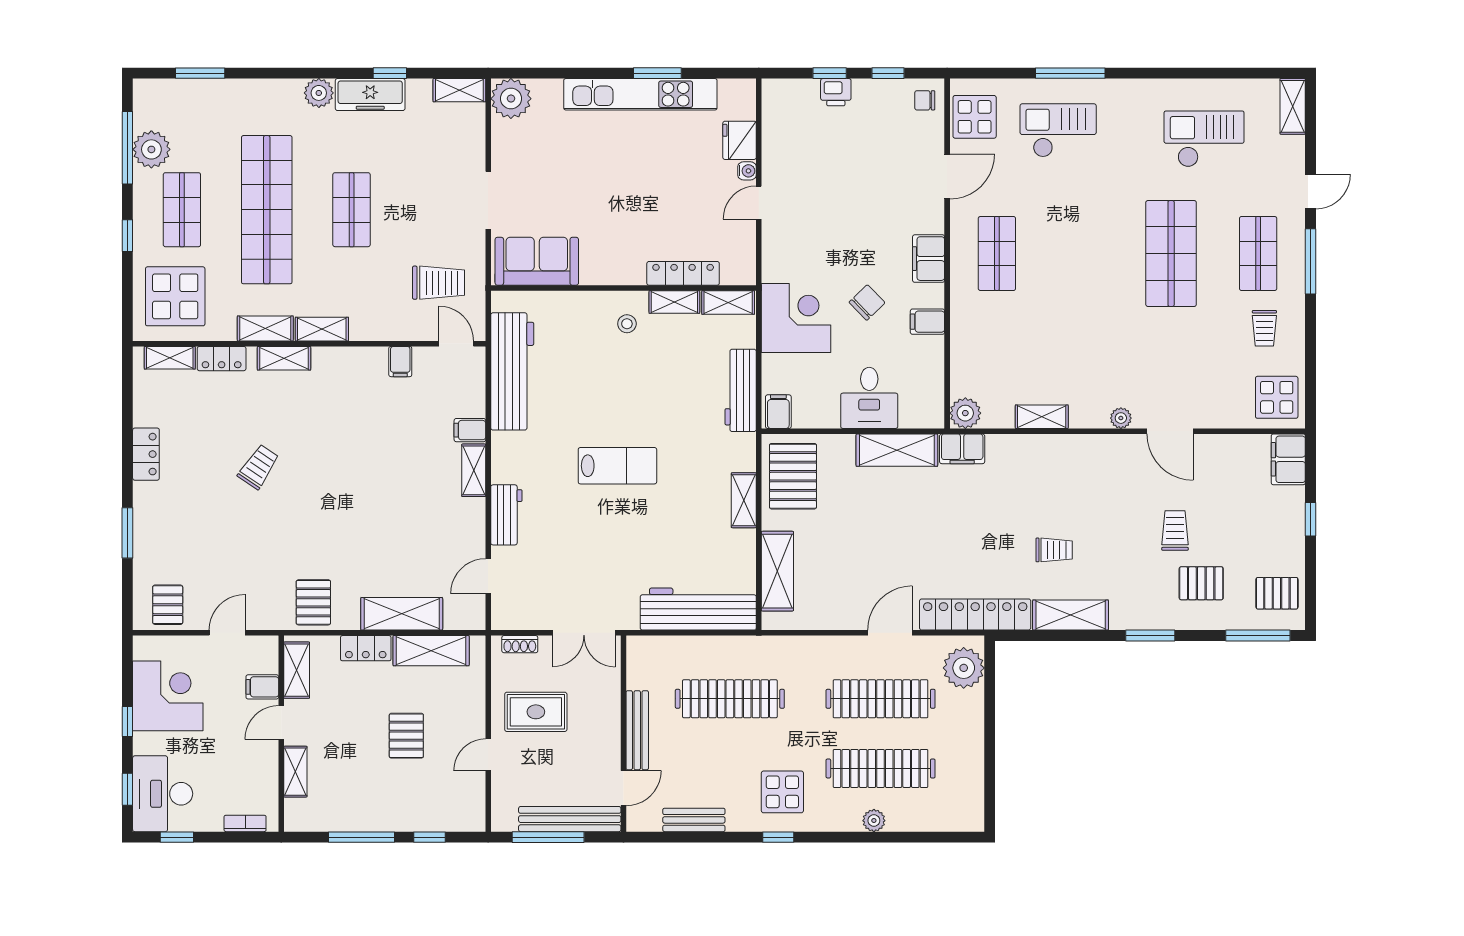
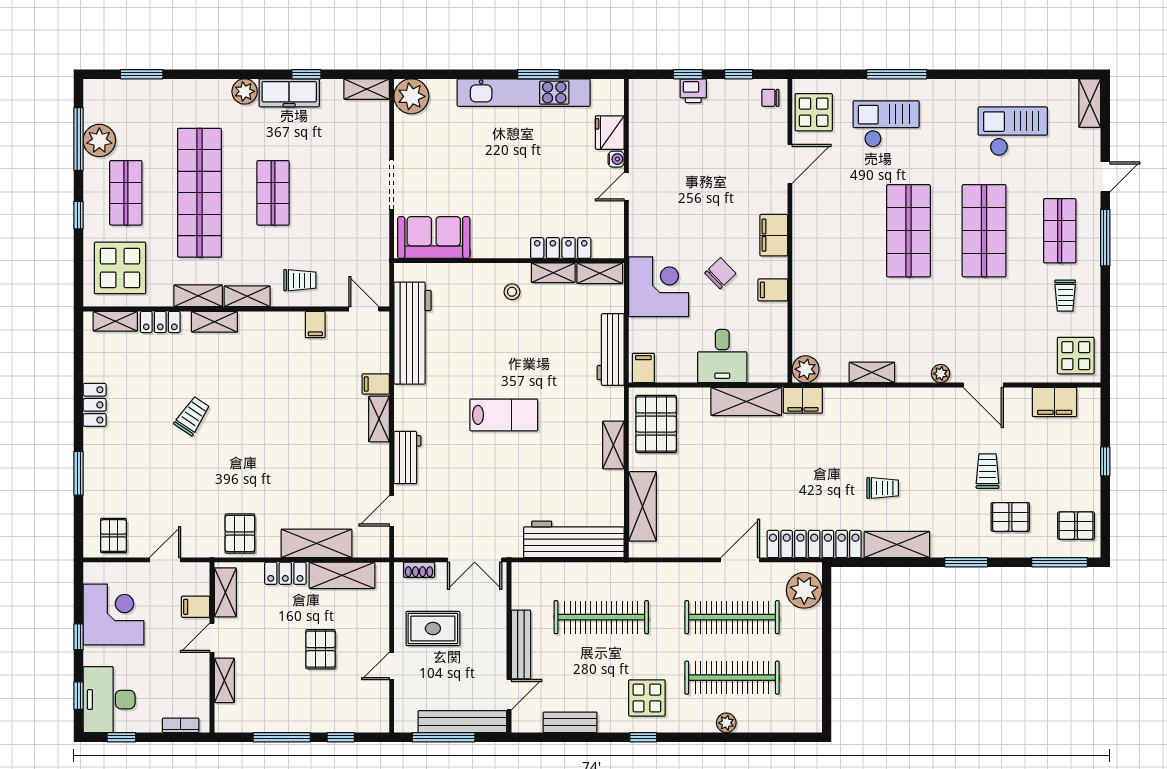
shop shelf: (997, 253) -> (909, 231), moved, width x1.43, depth x1.36
trolley: (439, 283) -> (300, 280), moved, width x0.73, depth x0.72
filing cabinet: (1288, 459) -> (1055, 402), moved, turned -90

